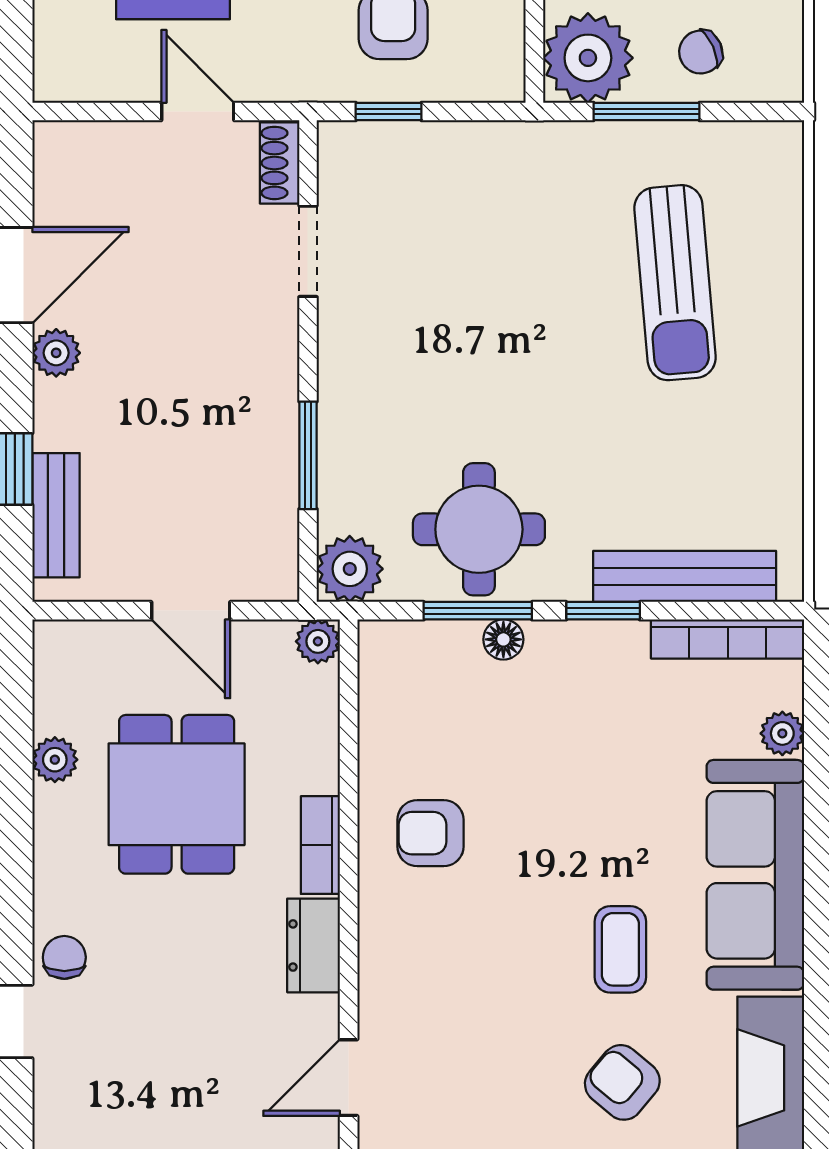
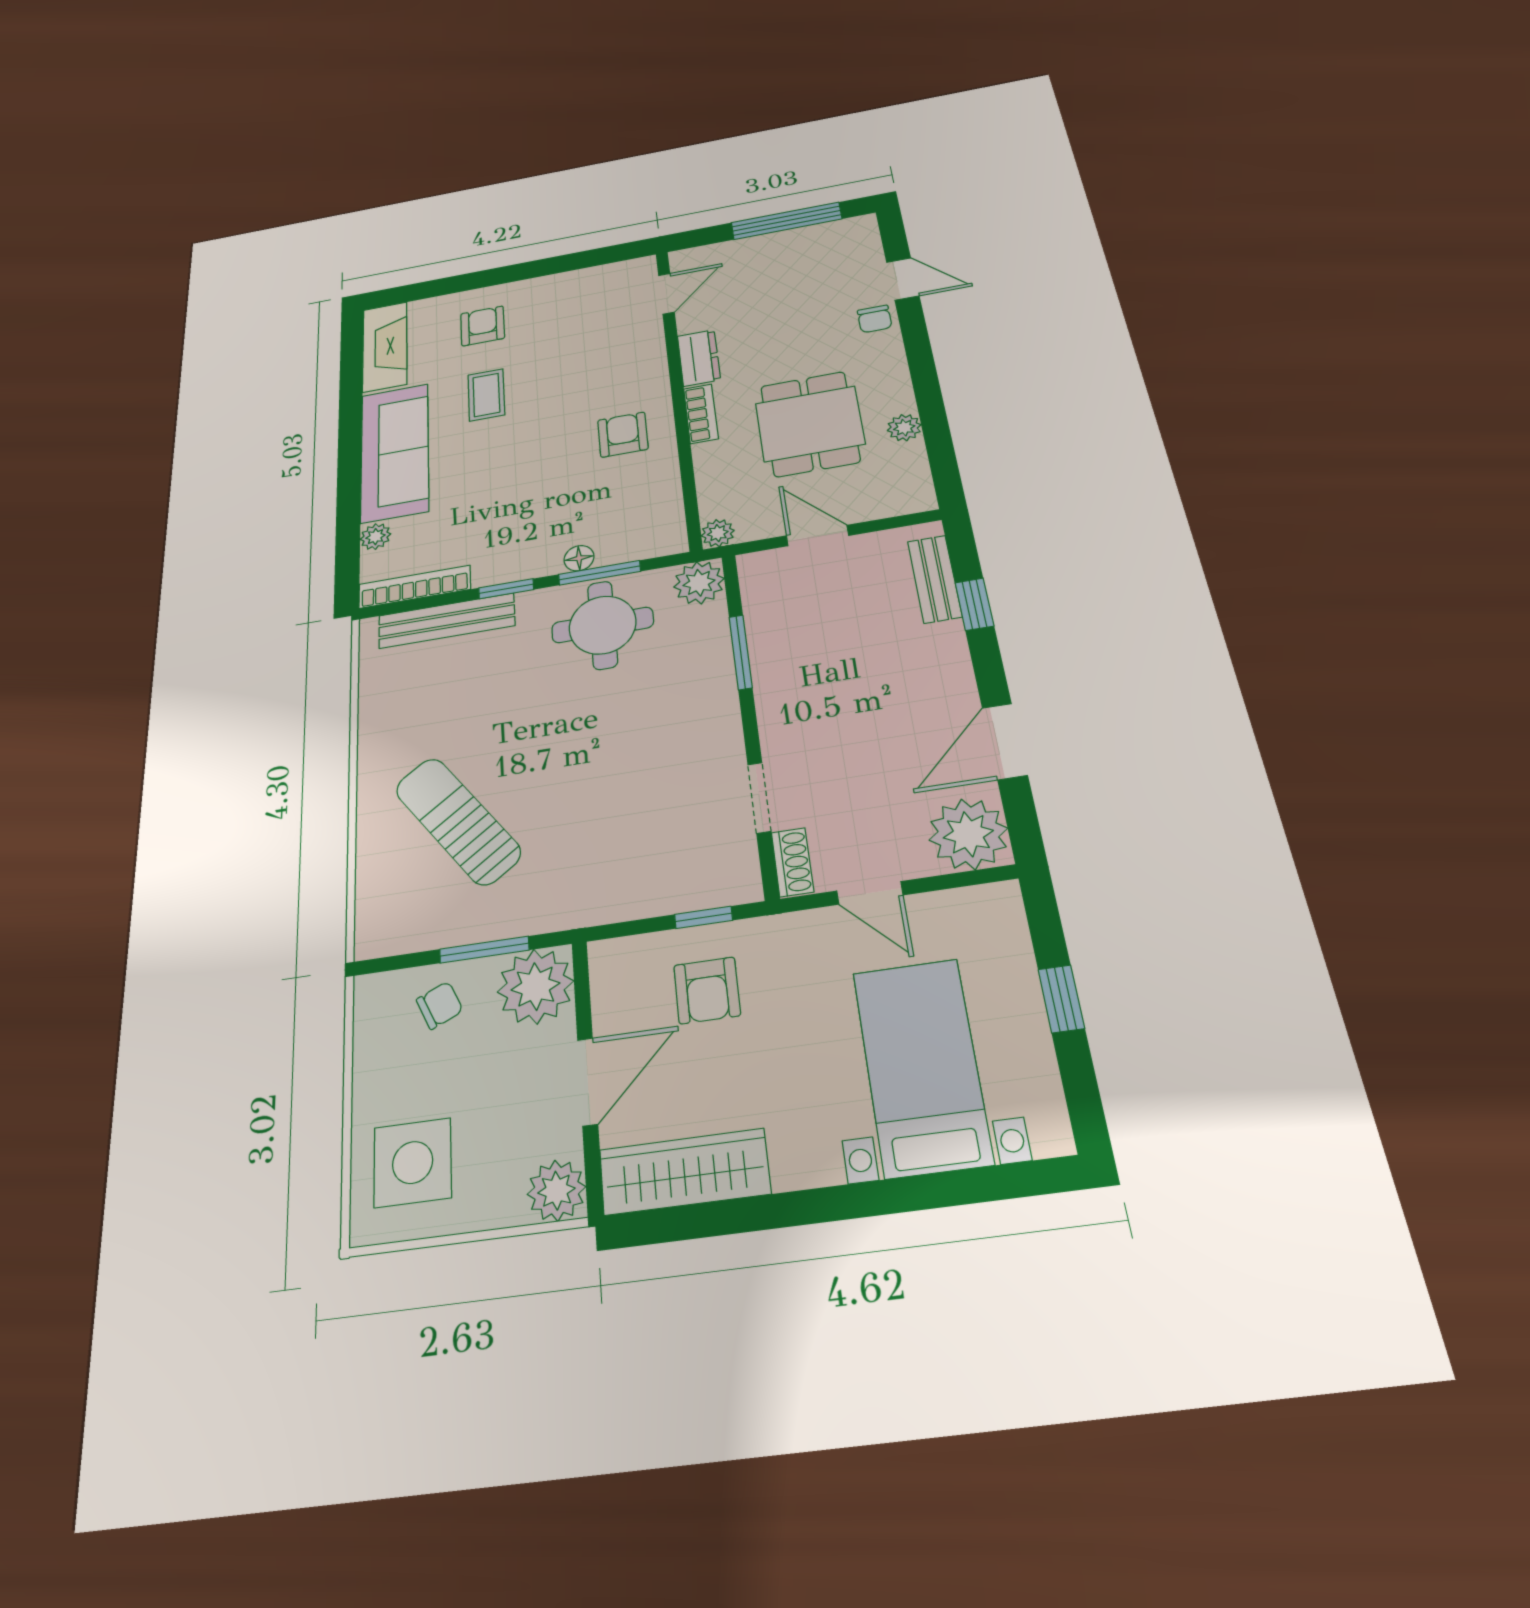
sun lounger: (675, 283) -> (458, 821), turned -31
plant: (56, 353) -> (968, 834), moved, width x1.88, depth x1.88
armchair: (430, 833) -> (623, 435), turned -90
armchair: (622, 1082) -> (483, 326), turned -130

